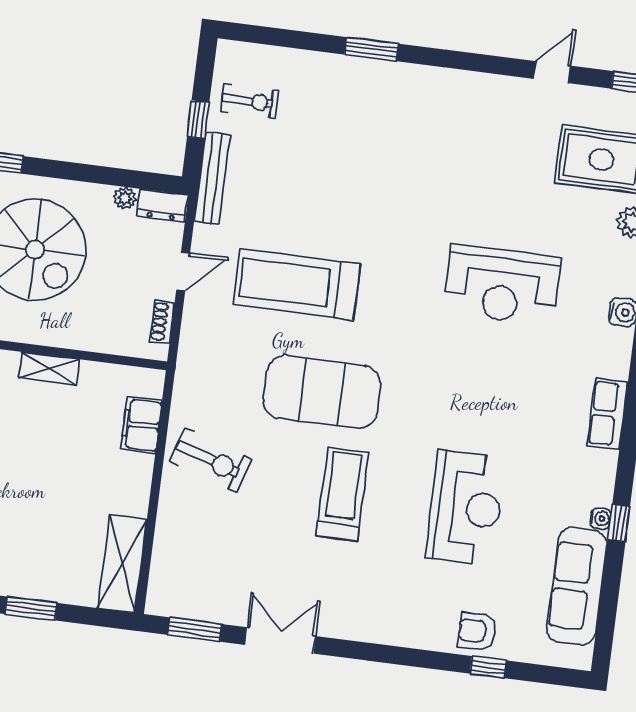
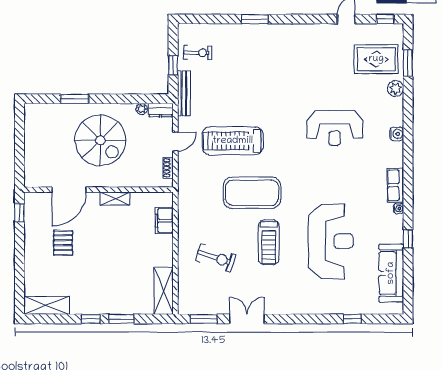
exercise bike: (211, 460) -> (216, 258), moved
treadmill: (343, 494) -> (269, 242), turned 180
reception desk: (465, 508) -> (331, 241), width x1.36, depth x1.30
water cooler: (600, 518) -> (398, 209), moved
armchair: (477, 631) -> (344, 302), removed

